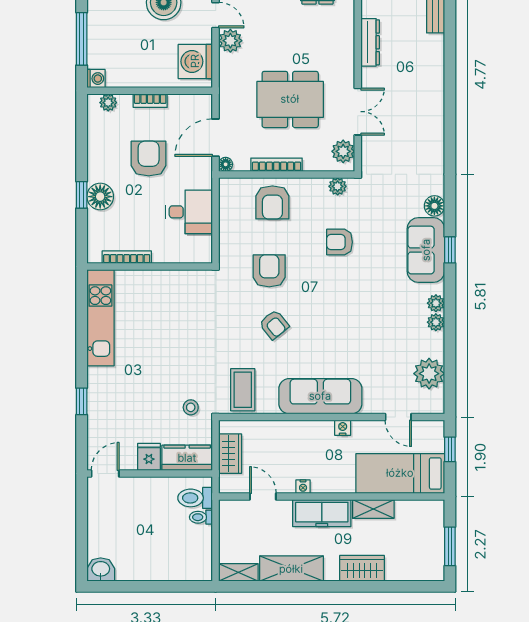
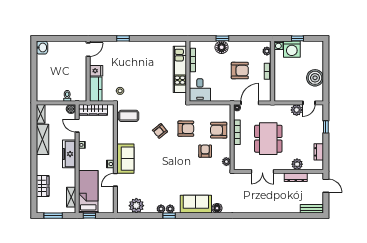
window: (82, 39) -> (297, 38), width x0.46
washing machine: (195, 61) -> (292, 49), moved, turned 180
door: (216, 138) -> (250, 103), hinge flipped
plant: (343, 151) -> (297, 164), moved
desk: (189, 212) -> (200, 90), moved
armchair: (339, 242) -> (205, 151), moved
window: (450, 250) -> (169, 216), moved
kitchen unit: (100, 318) -> (180, 69), moved, turned 90
sofa: (320, 396) -> (125, 159), width x0.73
door: (398, 417) -> (115, 180), moved
window: (450, 449) -> (89, 216), moved
wardrobe: (230, 454) -> (93, 110), width x1.50
door: (105, 474) -> (88, 50), hinge flipped
door: (263, 497) -> (77, 126), swing flipped
toilet: (195, 498) -> (76, 93), removed
boiler: (228, 509) -> (71, 109), added
shelving: (373, 509) -> (71, 197), moved
wardrobe: (362, 568) -> (43, 186), moved

